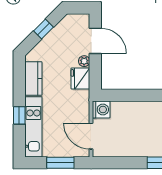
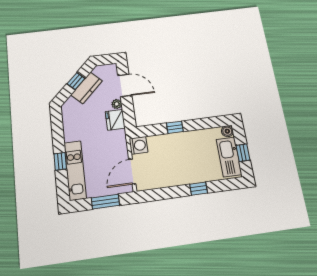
kitchen counter: (33, 79) -> (87, 88), moved, turned 45
window: (142, 95) -> (175, 127), added
door: (91, 136) -> (132, 172), hinge flipped

